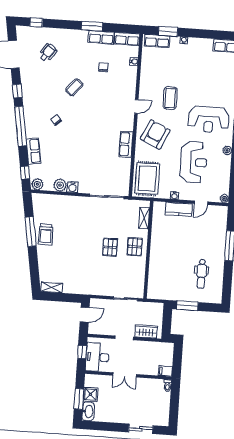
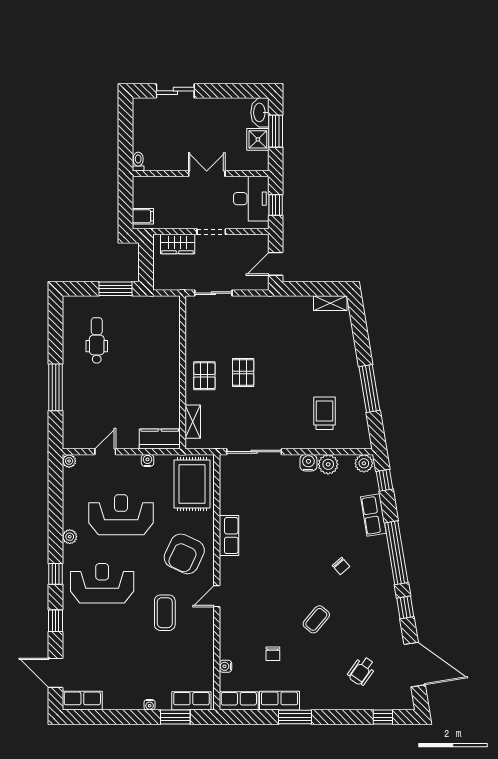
reception desk: (194, 162) -> (121, 515), turned 90
kitchen counter: (179, 209) -> (160, 439), moved
trolley: (46, 234) -> (325, 413), moved
filing cabinet: (165, 371) -> (143, 216), moved

